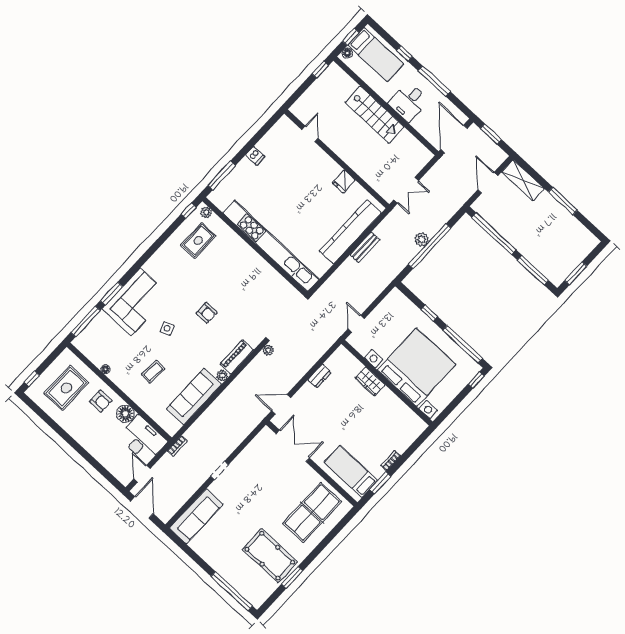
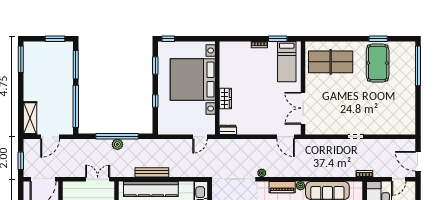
window: (563, 201) -> (21, 59), moved
bench: (365, 247) -> (152, 172), width x1.36
window: (463, 344) -> (155, 65), width x0.47
dresser: (320, 376) -> (228, 130), moved
door: (142, 507) -> (418, 161), hinge flipped
sofa: (196, 516) -> (394, 126), removed

